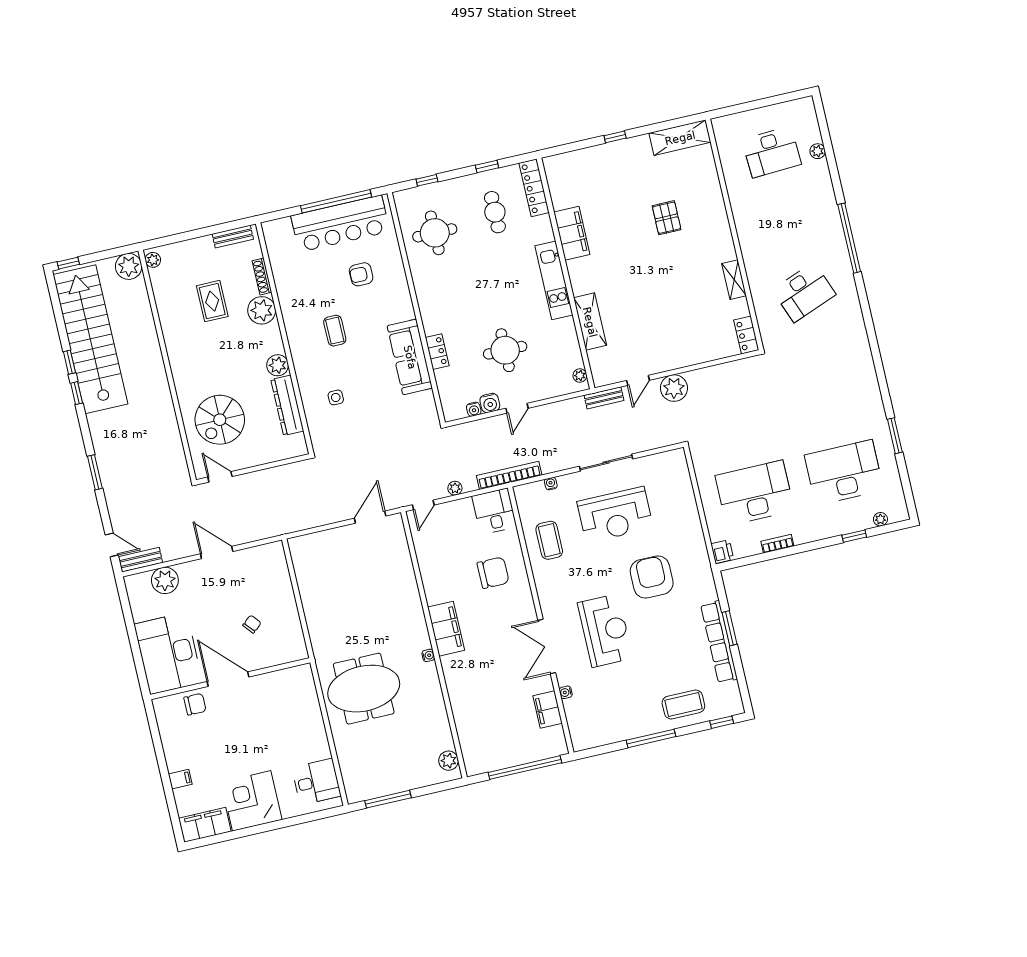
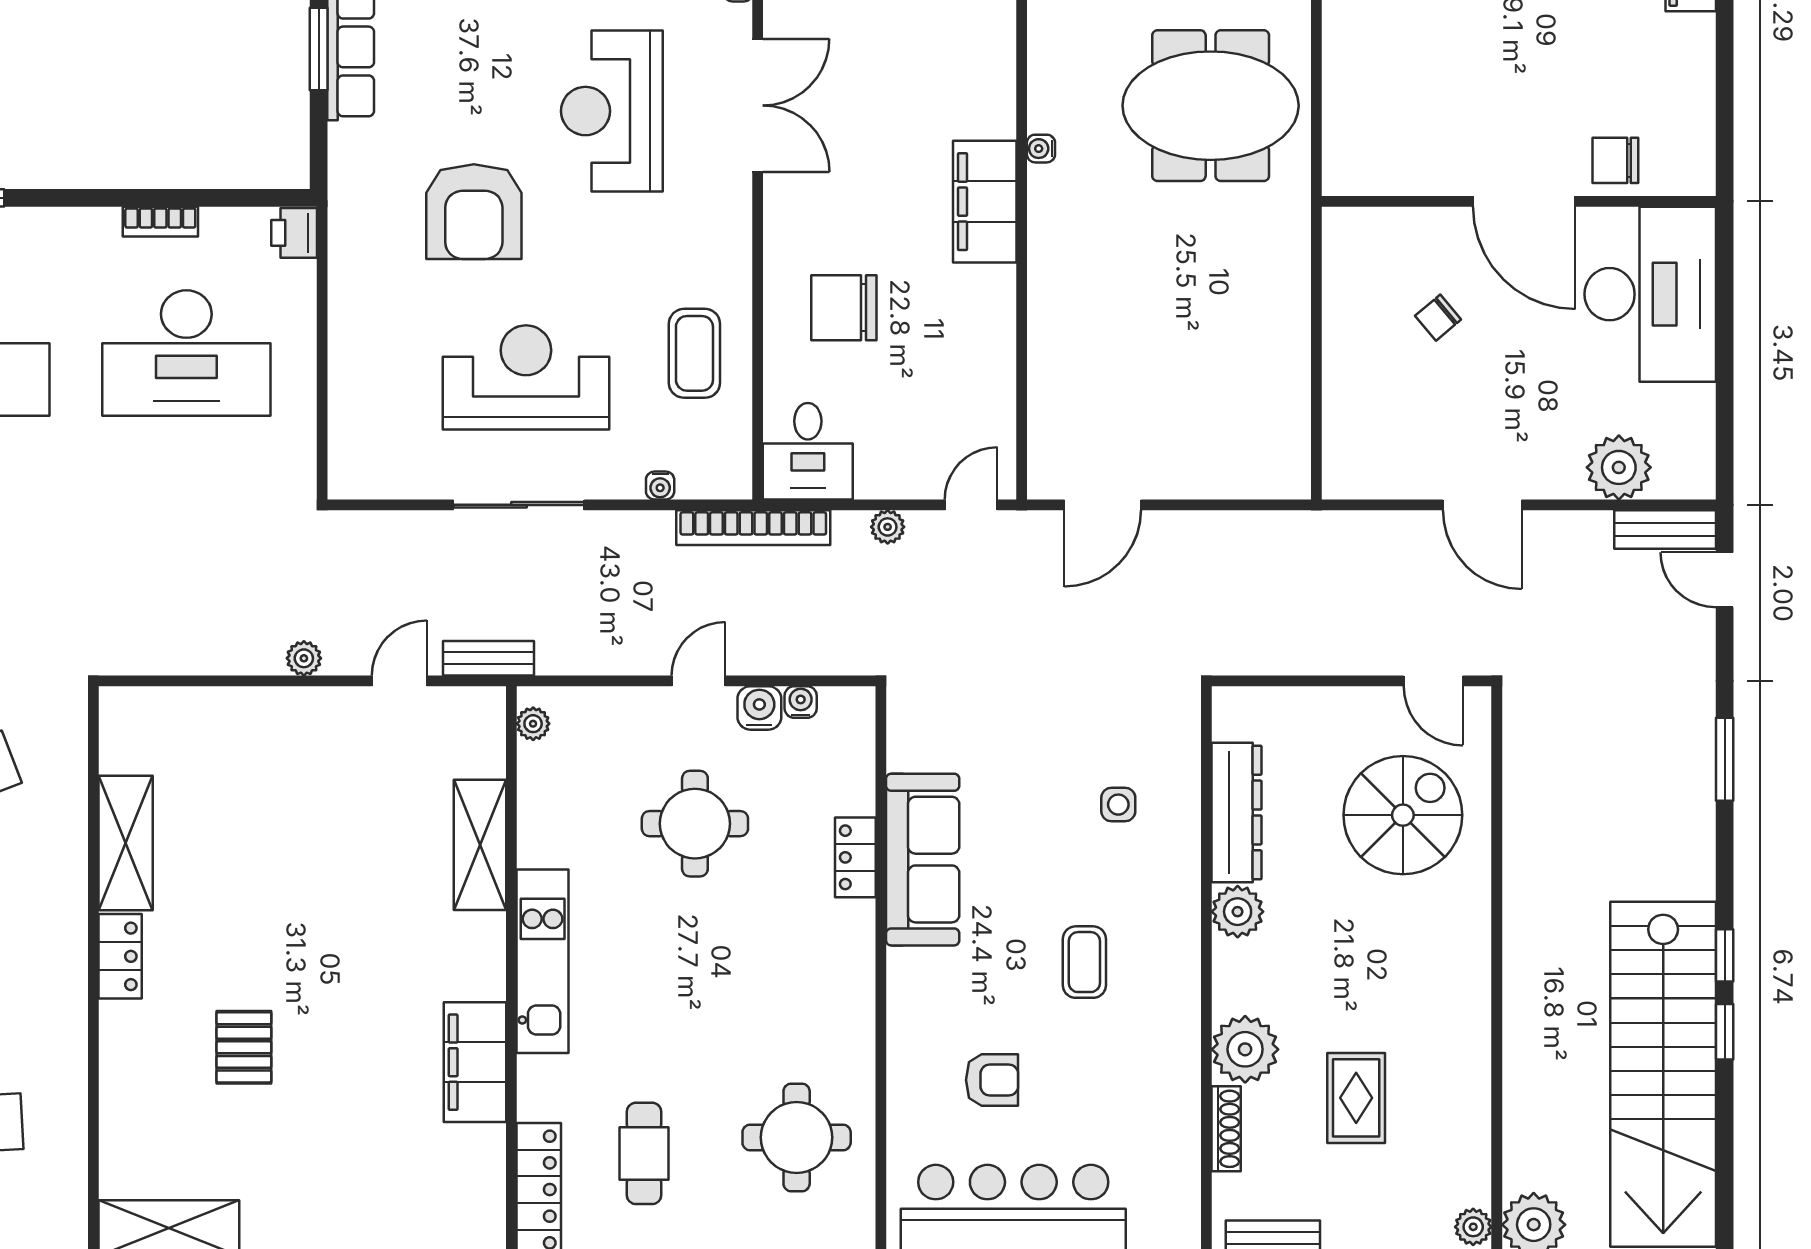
shelving: (734, 280) -> (126, 843), width x1.50, depth x1.33
locker: (746, 335) -> (120, 956), moved
plant: (674, 388) -> (304, 658), width x0.53, depth x0.53

